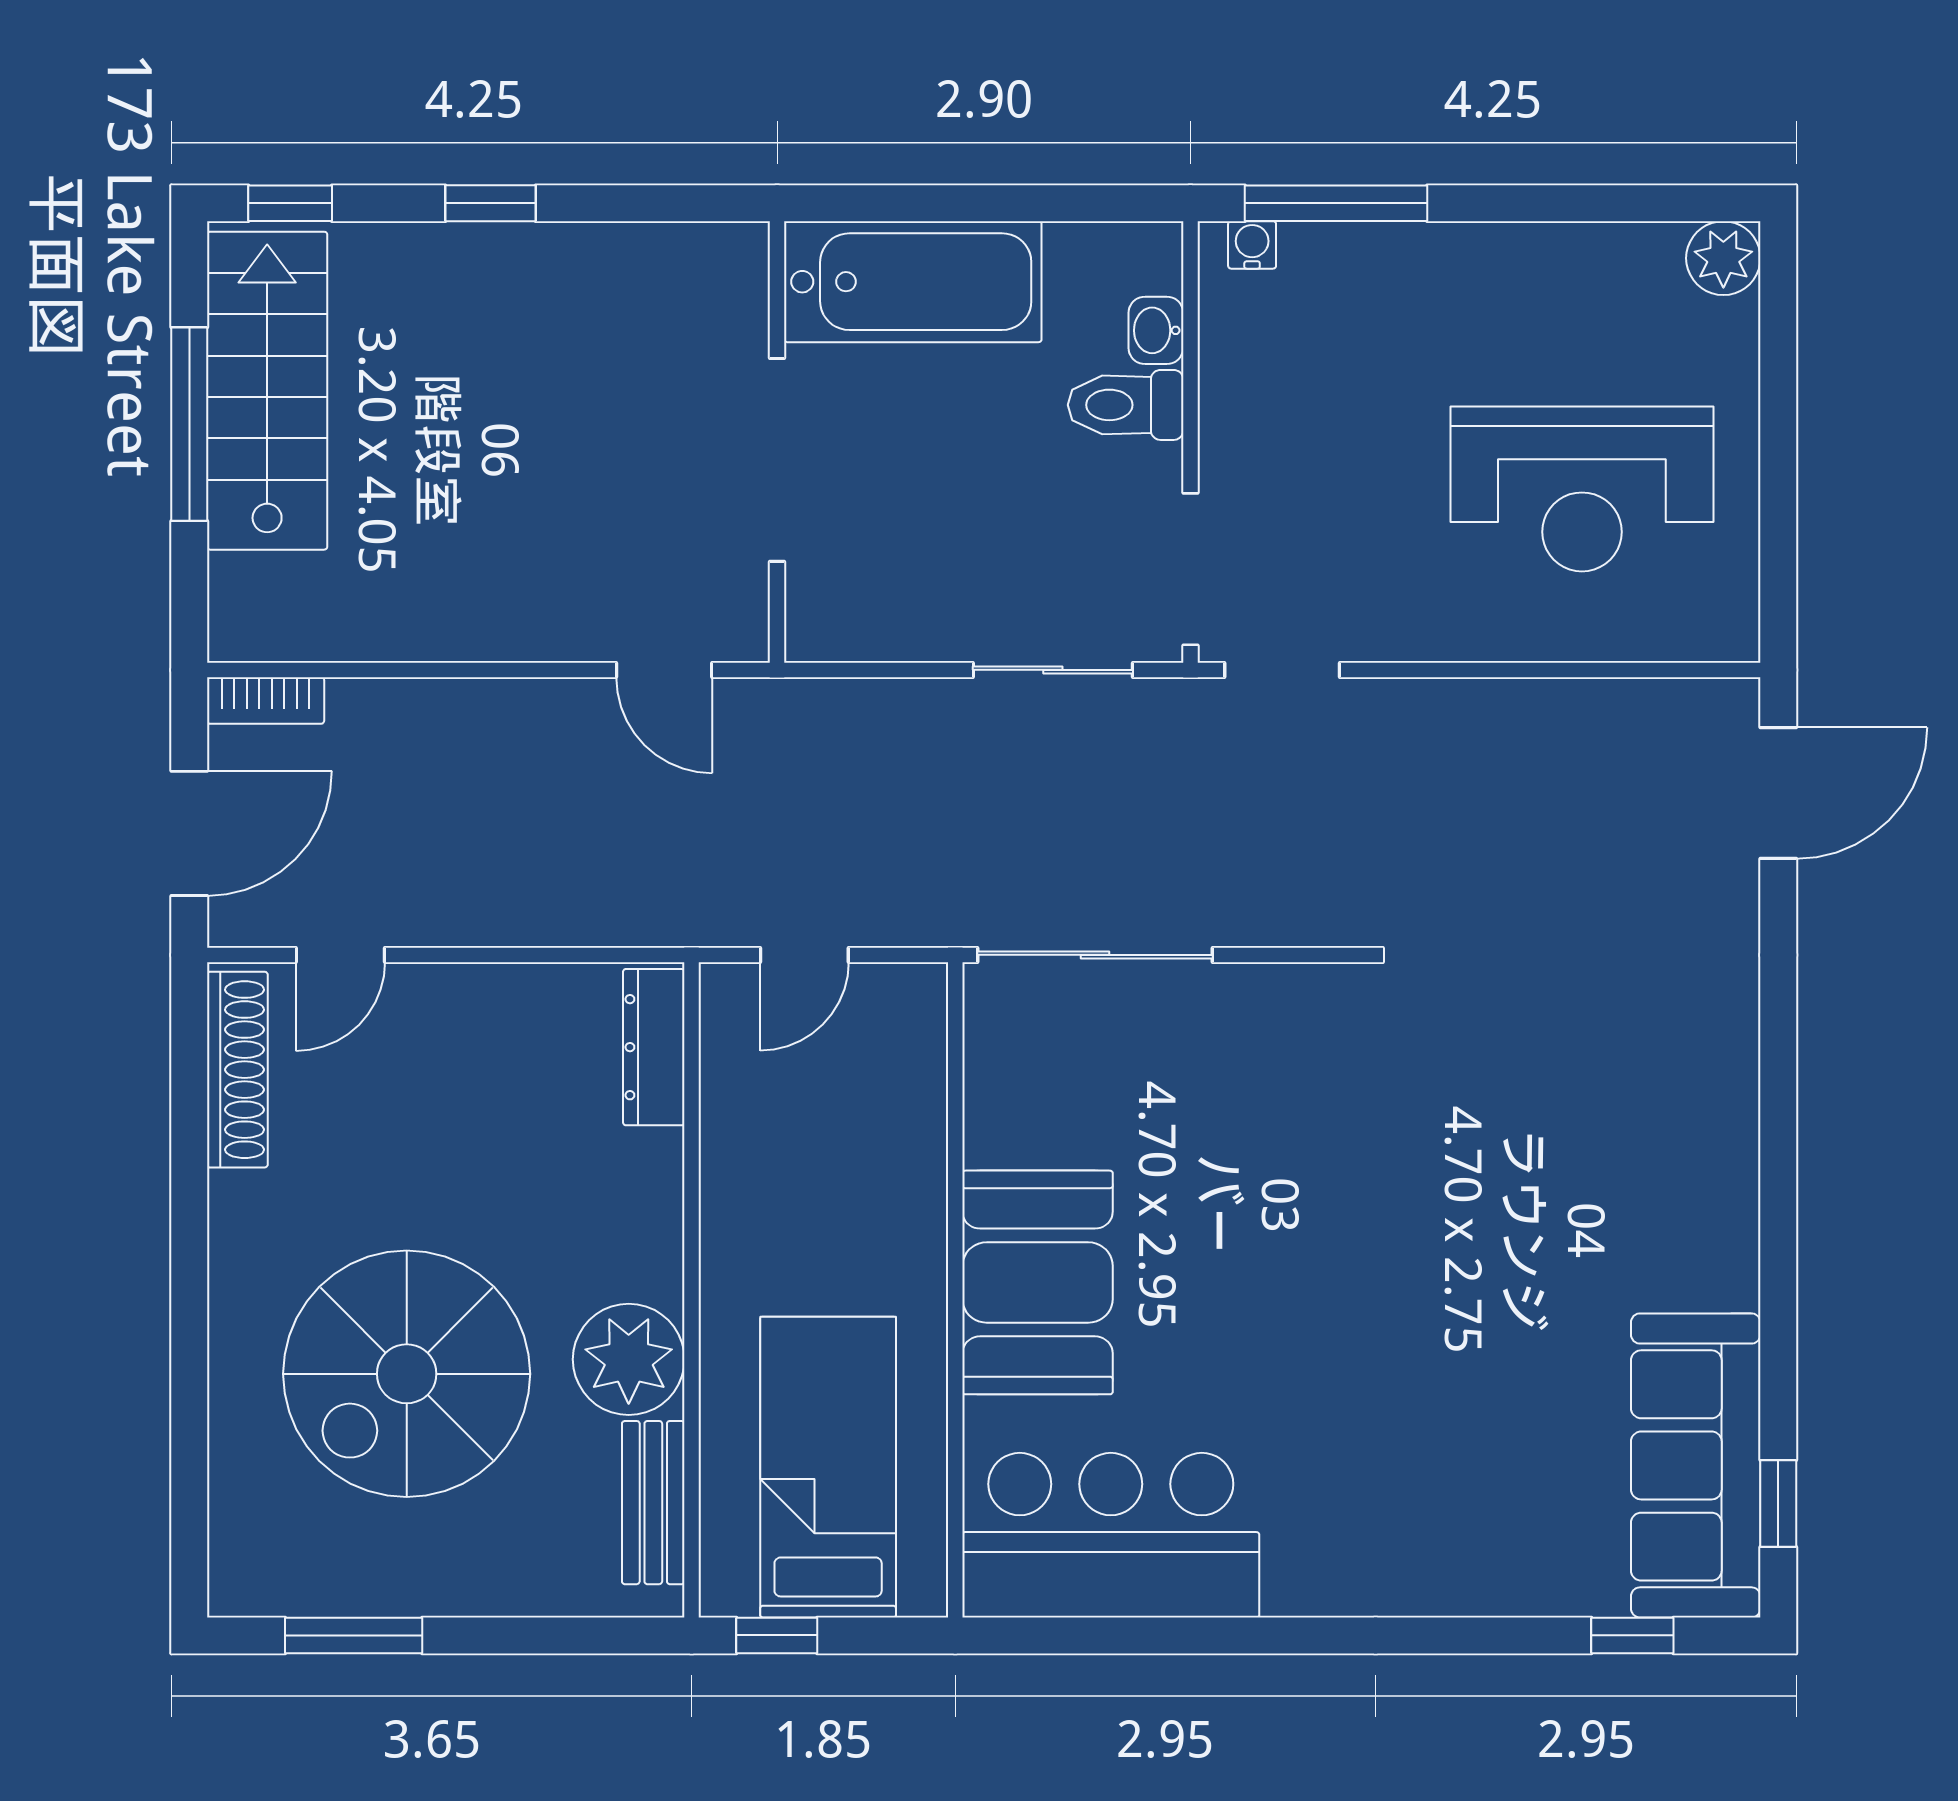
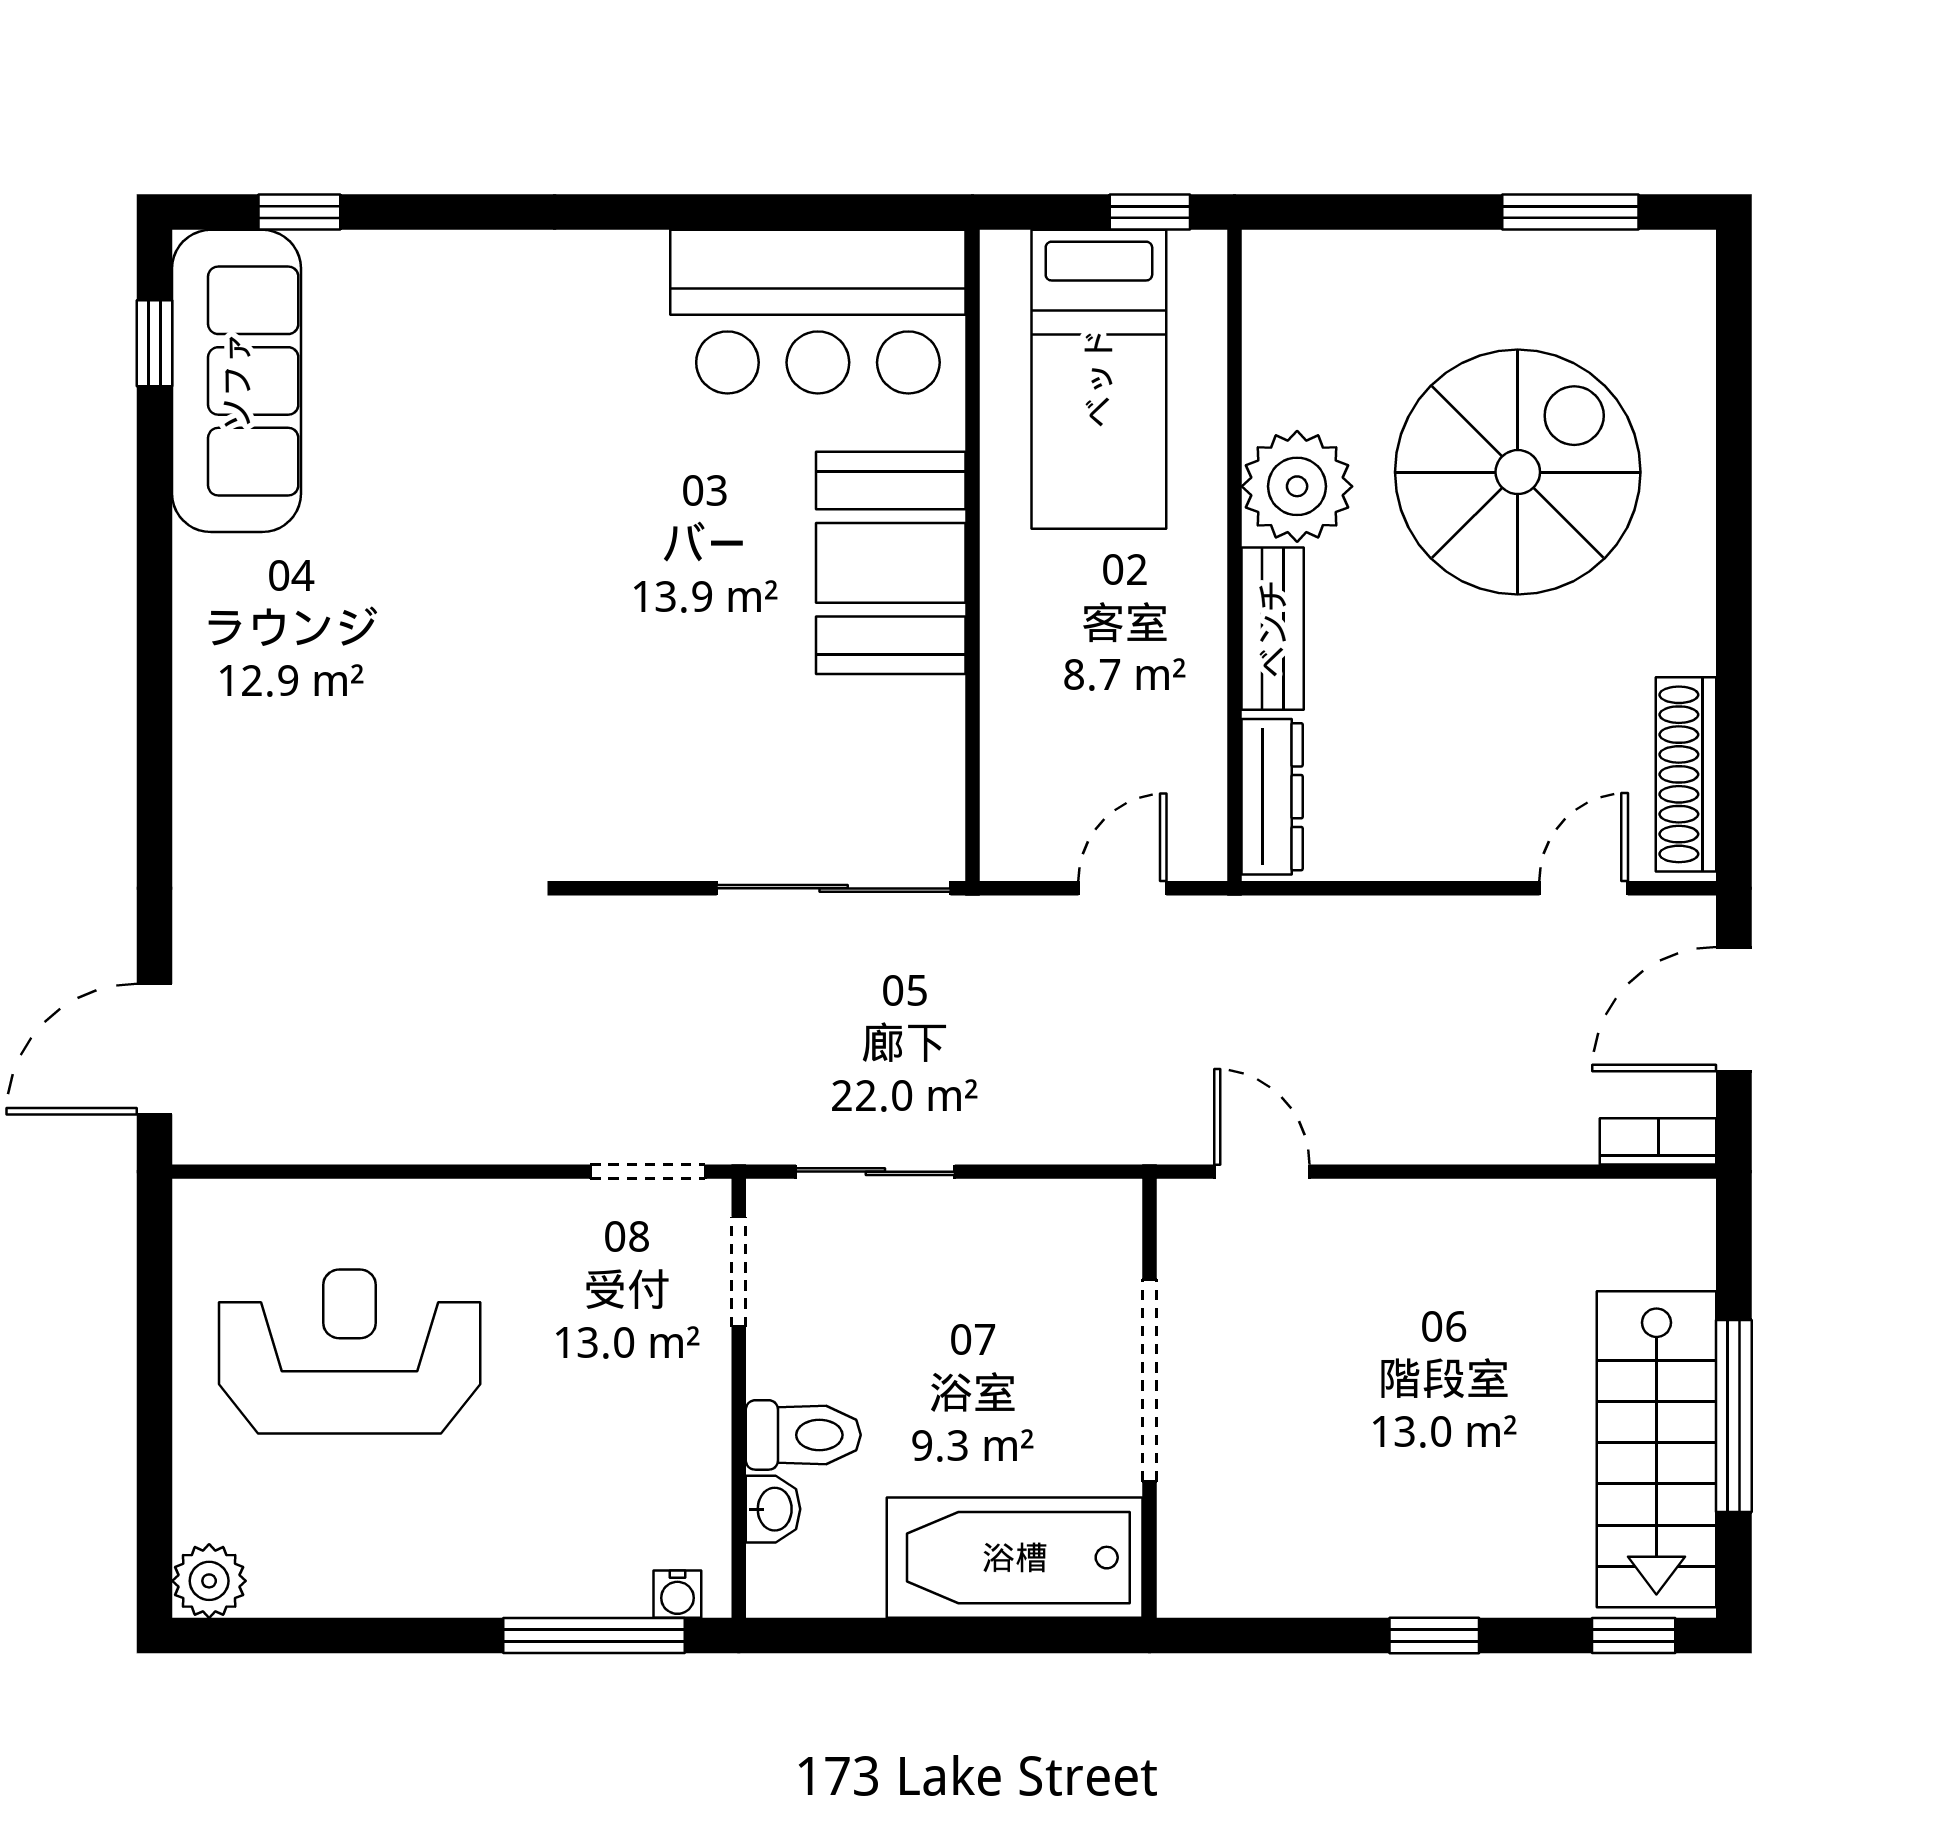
doorway: (1190, 569) -> (739, 1272), width x0.73
bench: (653, 1503) -> (1273, 629), moved

